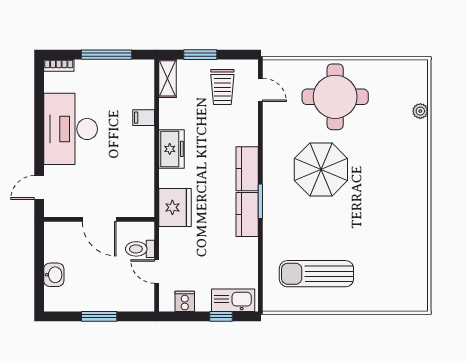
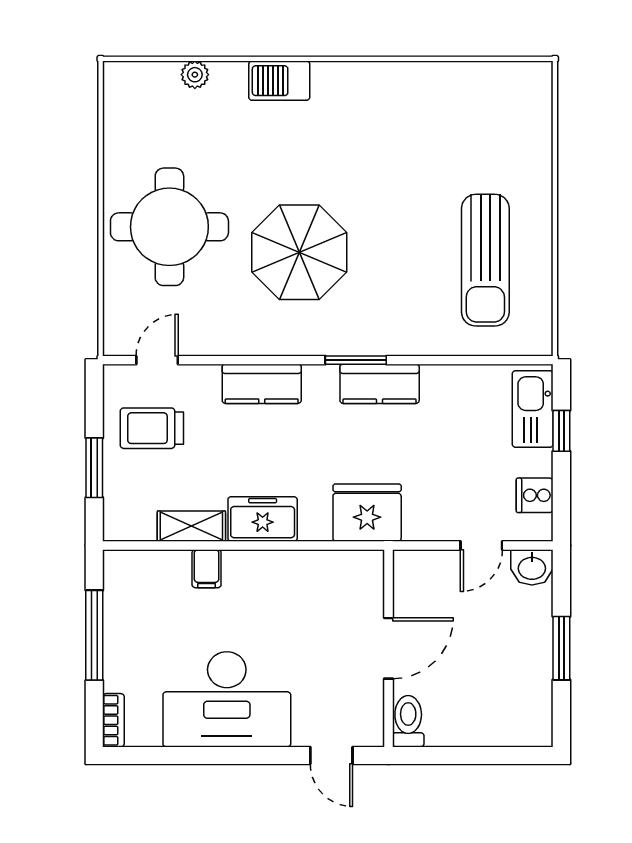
shelving: (167, 78) -> (191, 526), moved
trolley: (222, 87) -> (152, 428), turned 180
barbecue: (417, 158) -> (279, 81), added
kitchen counter: (247, 169) -> (262, 384), moved
toilet: (140, 249) -> (408, 721), moved, turned 180
washbasin: (54, 275) -> (532, 567), moved, turned 180

